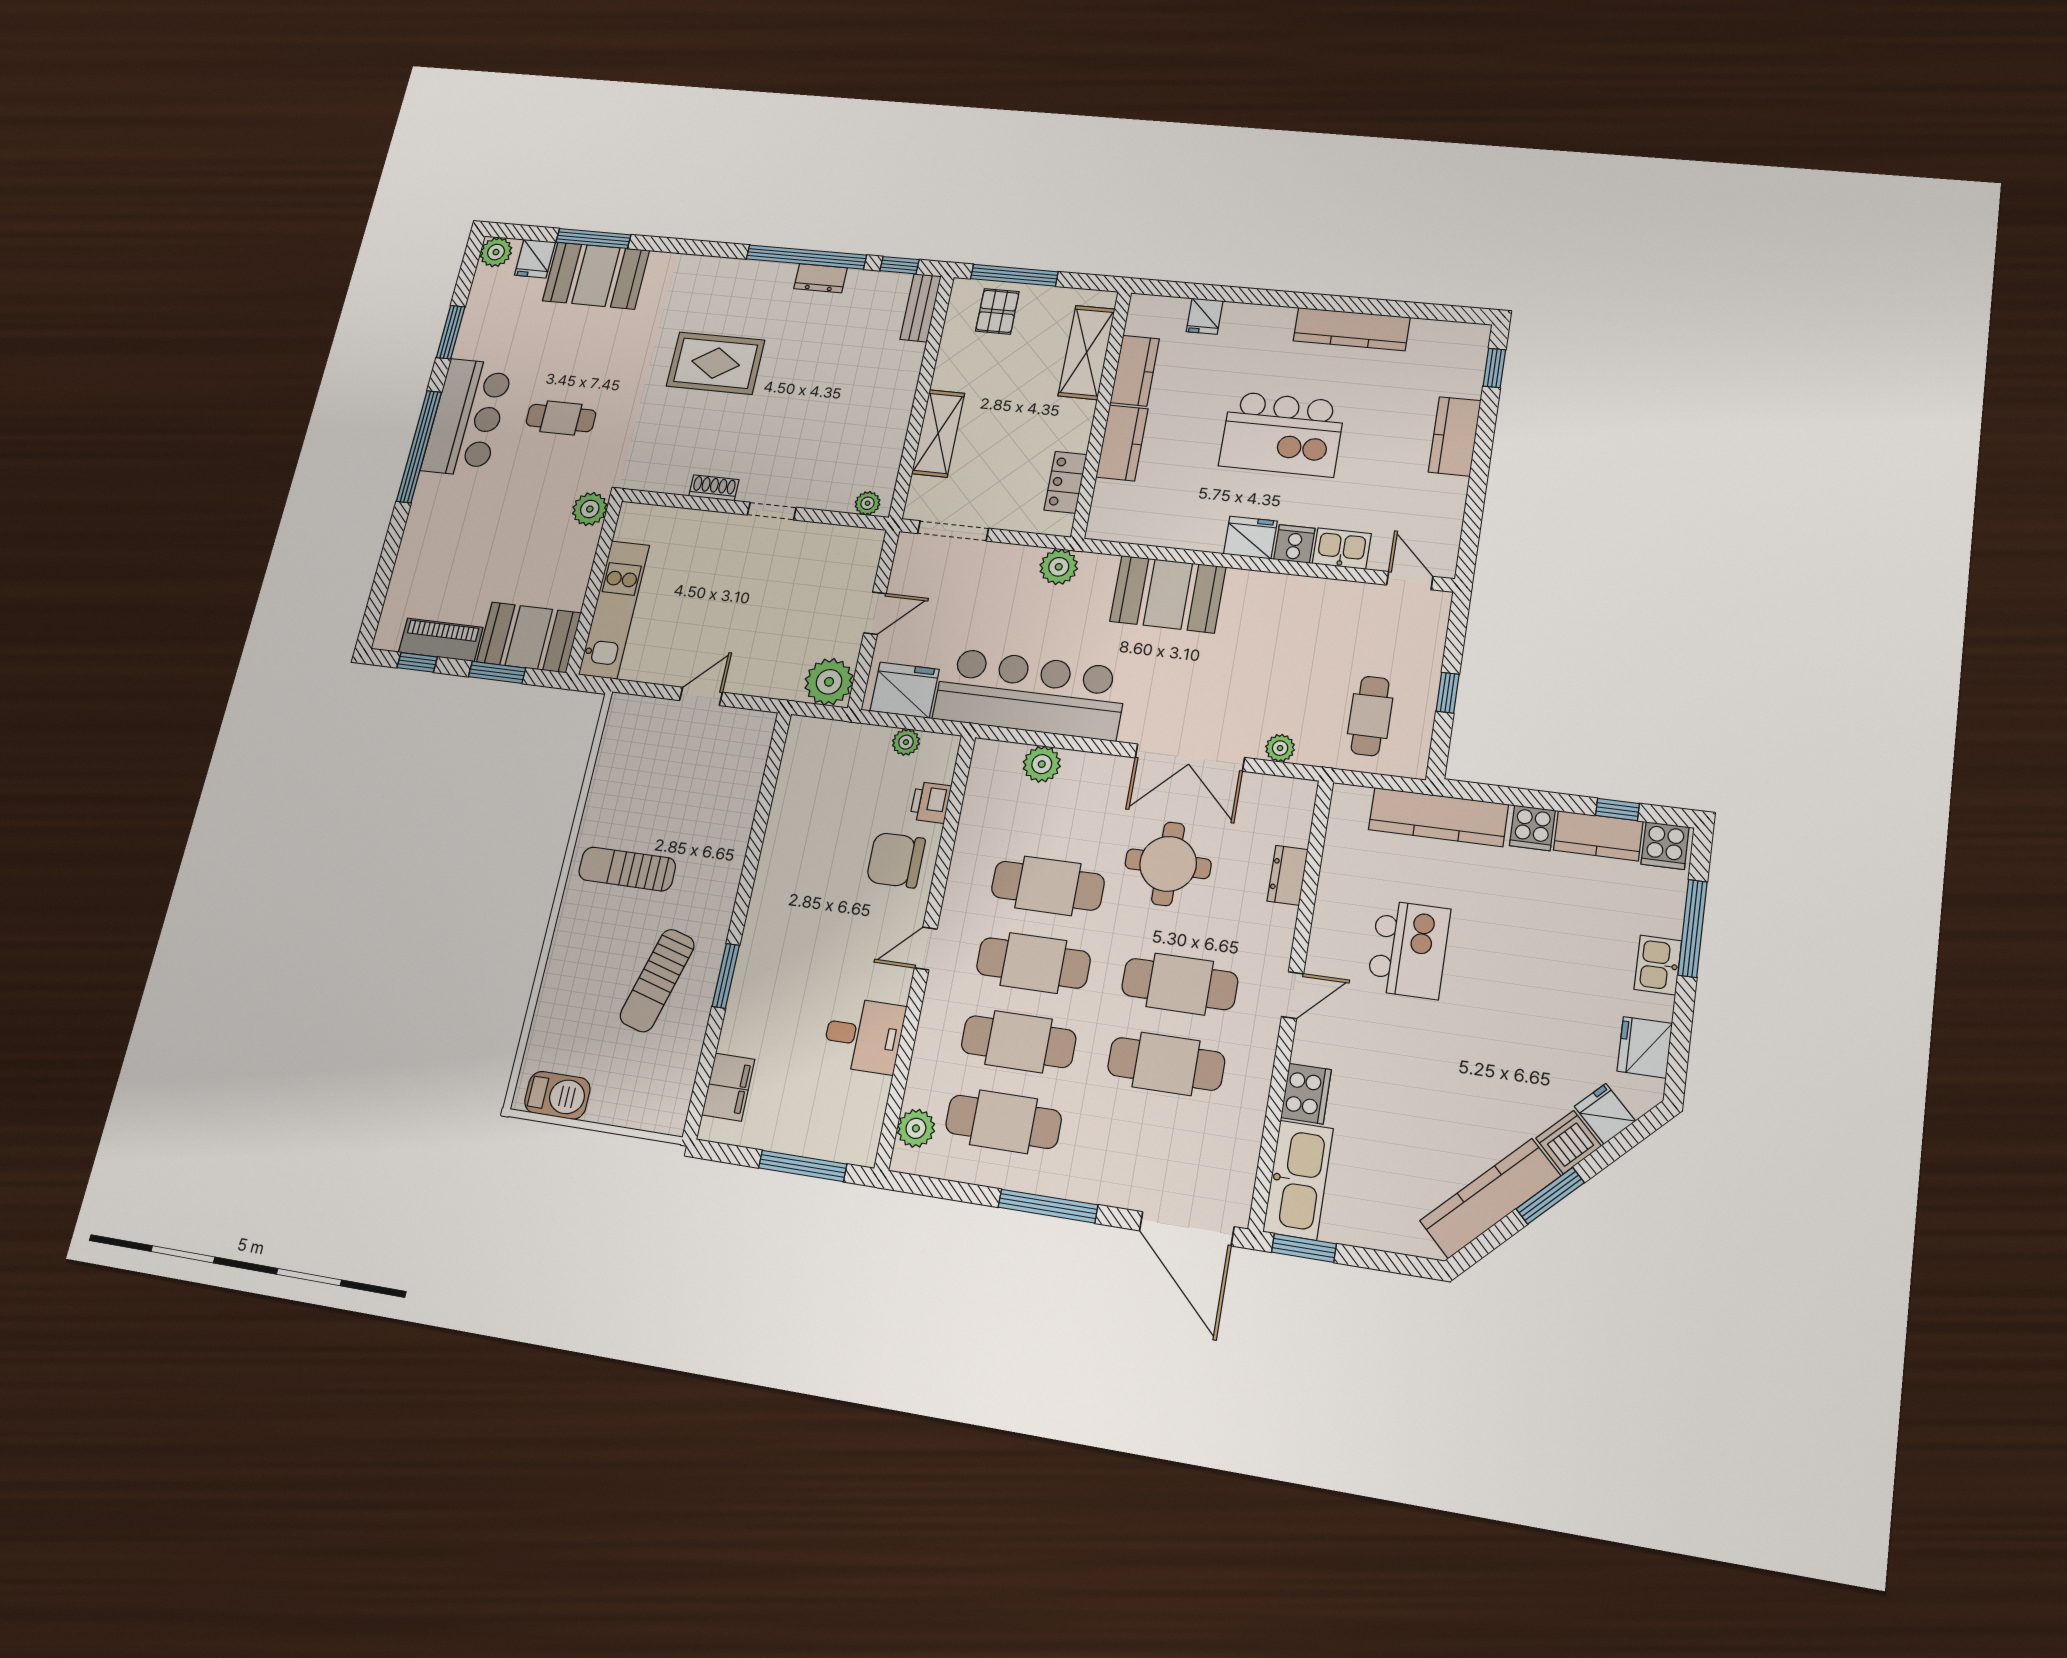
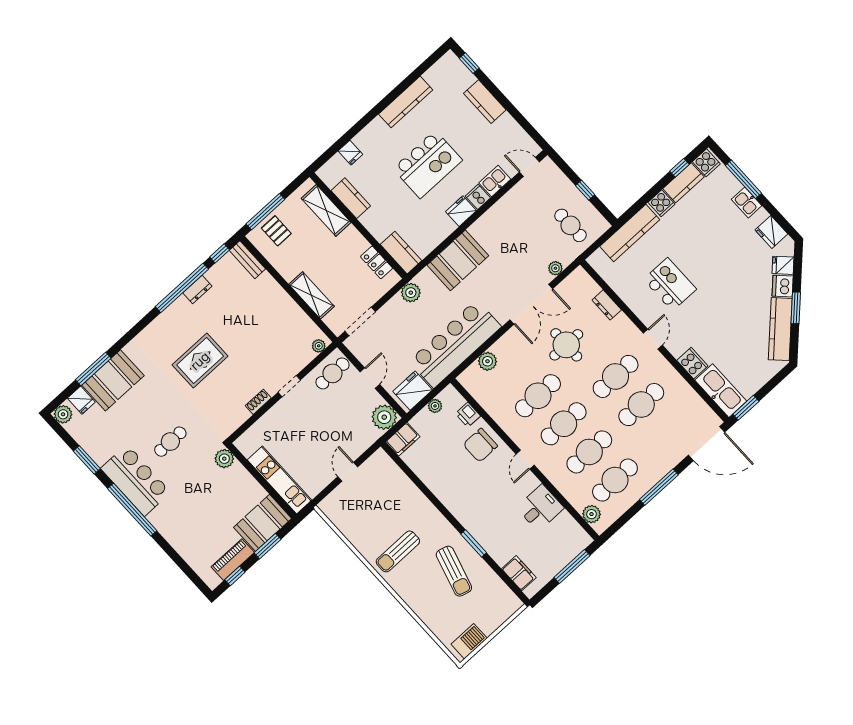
kitchen counter: (1122, 443) -> (401, 253), moved
cafe table: (840, 555) -> (332, 373), added
filing cabinet: (815, 736) -> (403, 439), added

